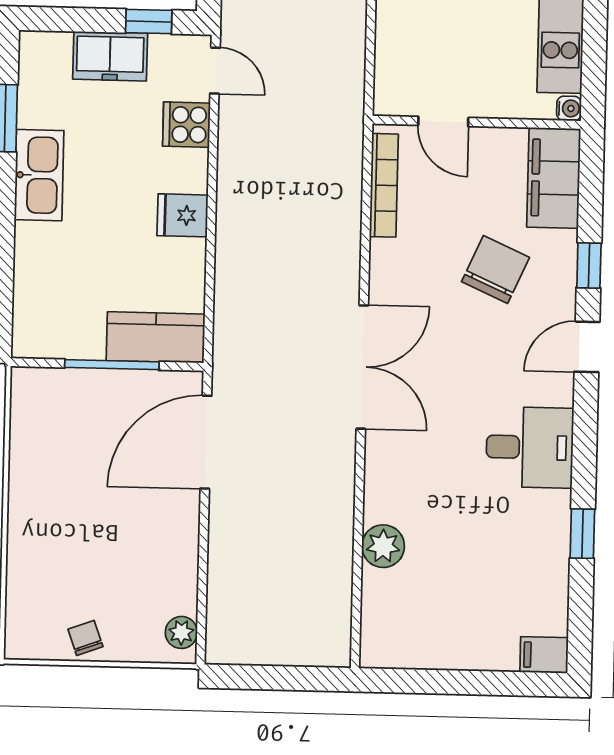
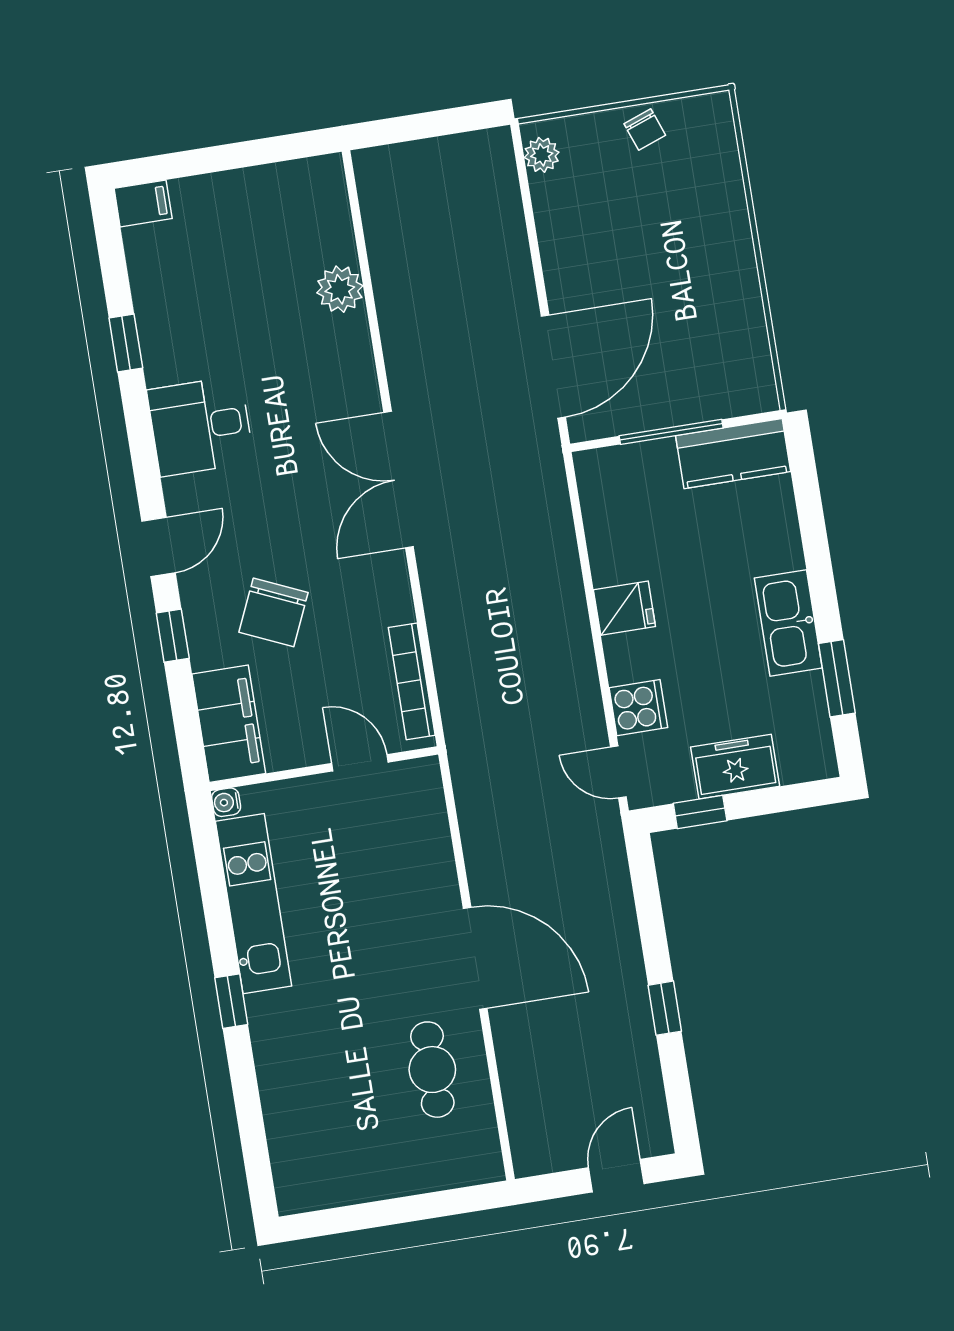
kitchen counter: (156, 337) -> (733, 454), moved

